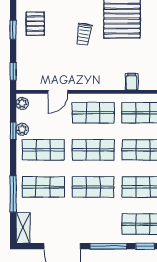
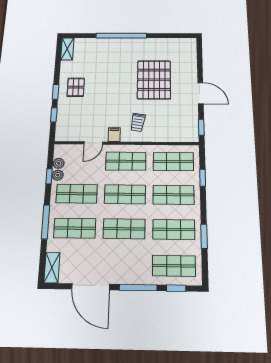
trolley: (84, 34) -> (138, 122), moved
window: (13, 71) -> (54, 115), moved
filing cabinet: (132, 82) -> (114, 135), moved
plant: (22, 103) -> (59, 163), moved
window: (13, 194) -> (46, 222), moved

